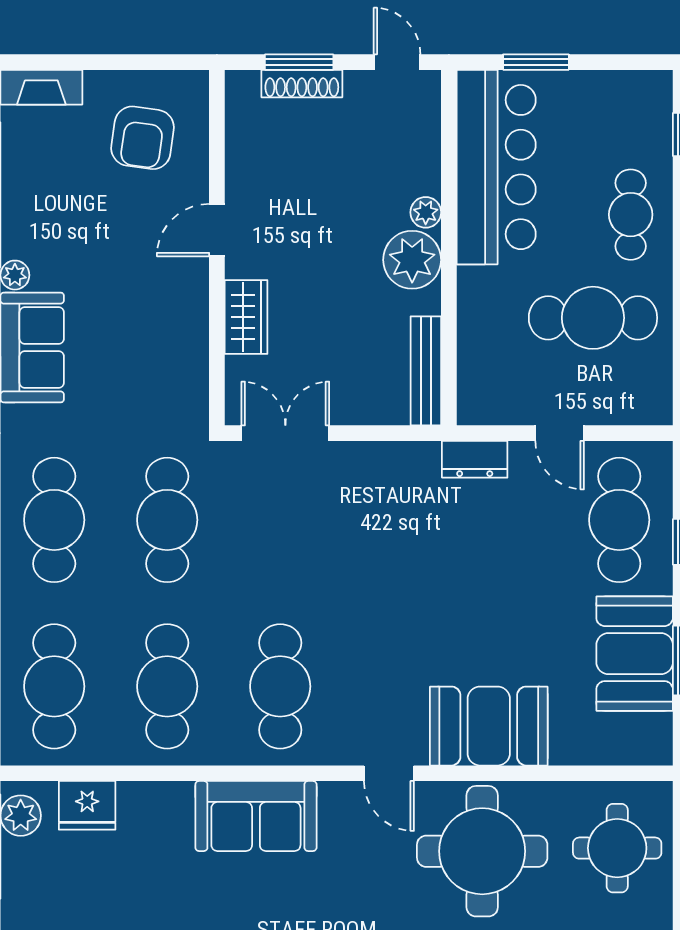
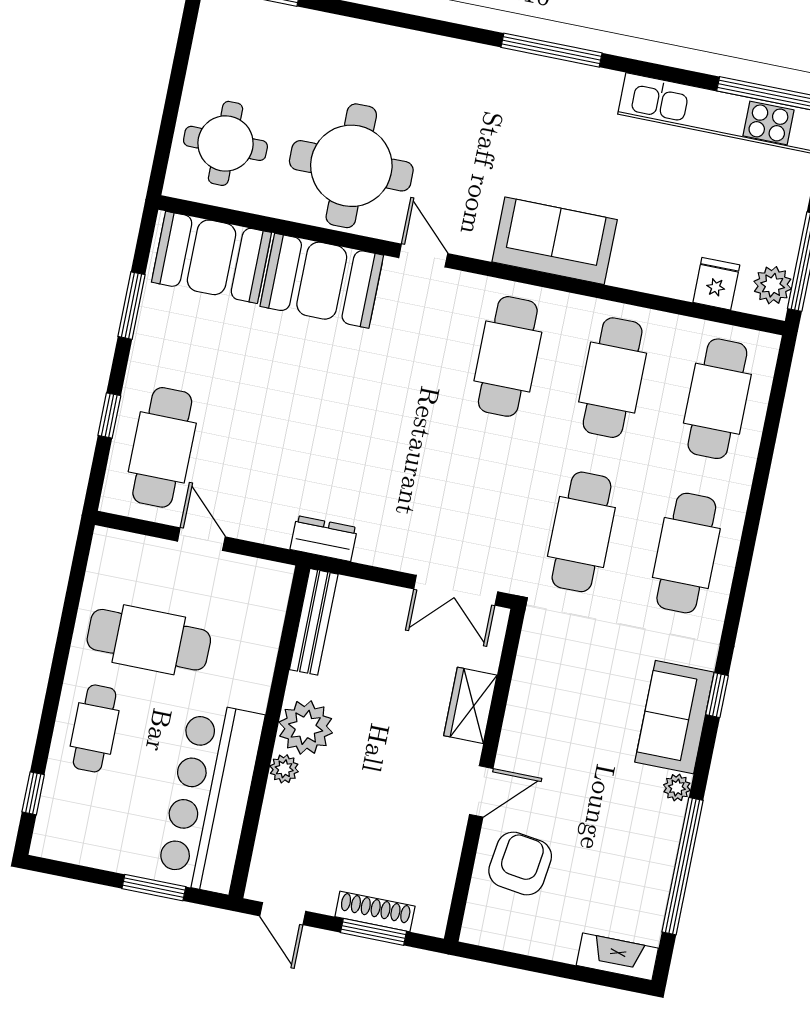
armchair: (143, 138) -> (520, 864), moved
dresser: (475, 459) -> (324, 539), moved
booth: (635, 654) -> (212, 257), moved, turned 90
fridge: (87, 805) -> (716, 284), width x0.72

